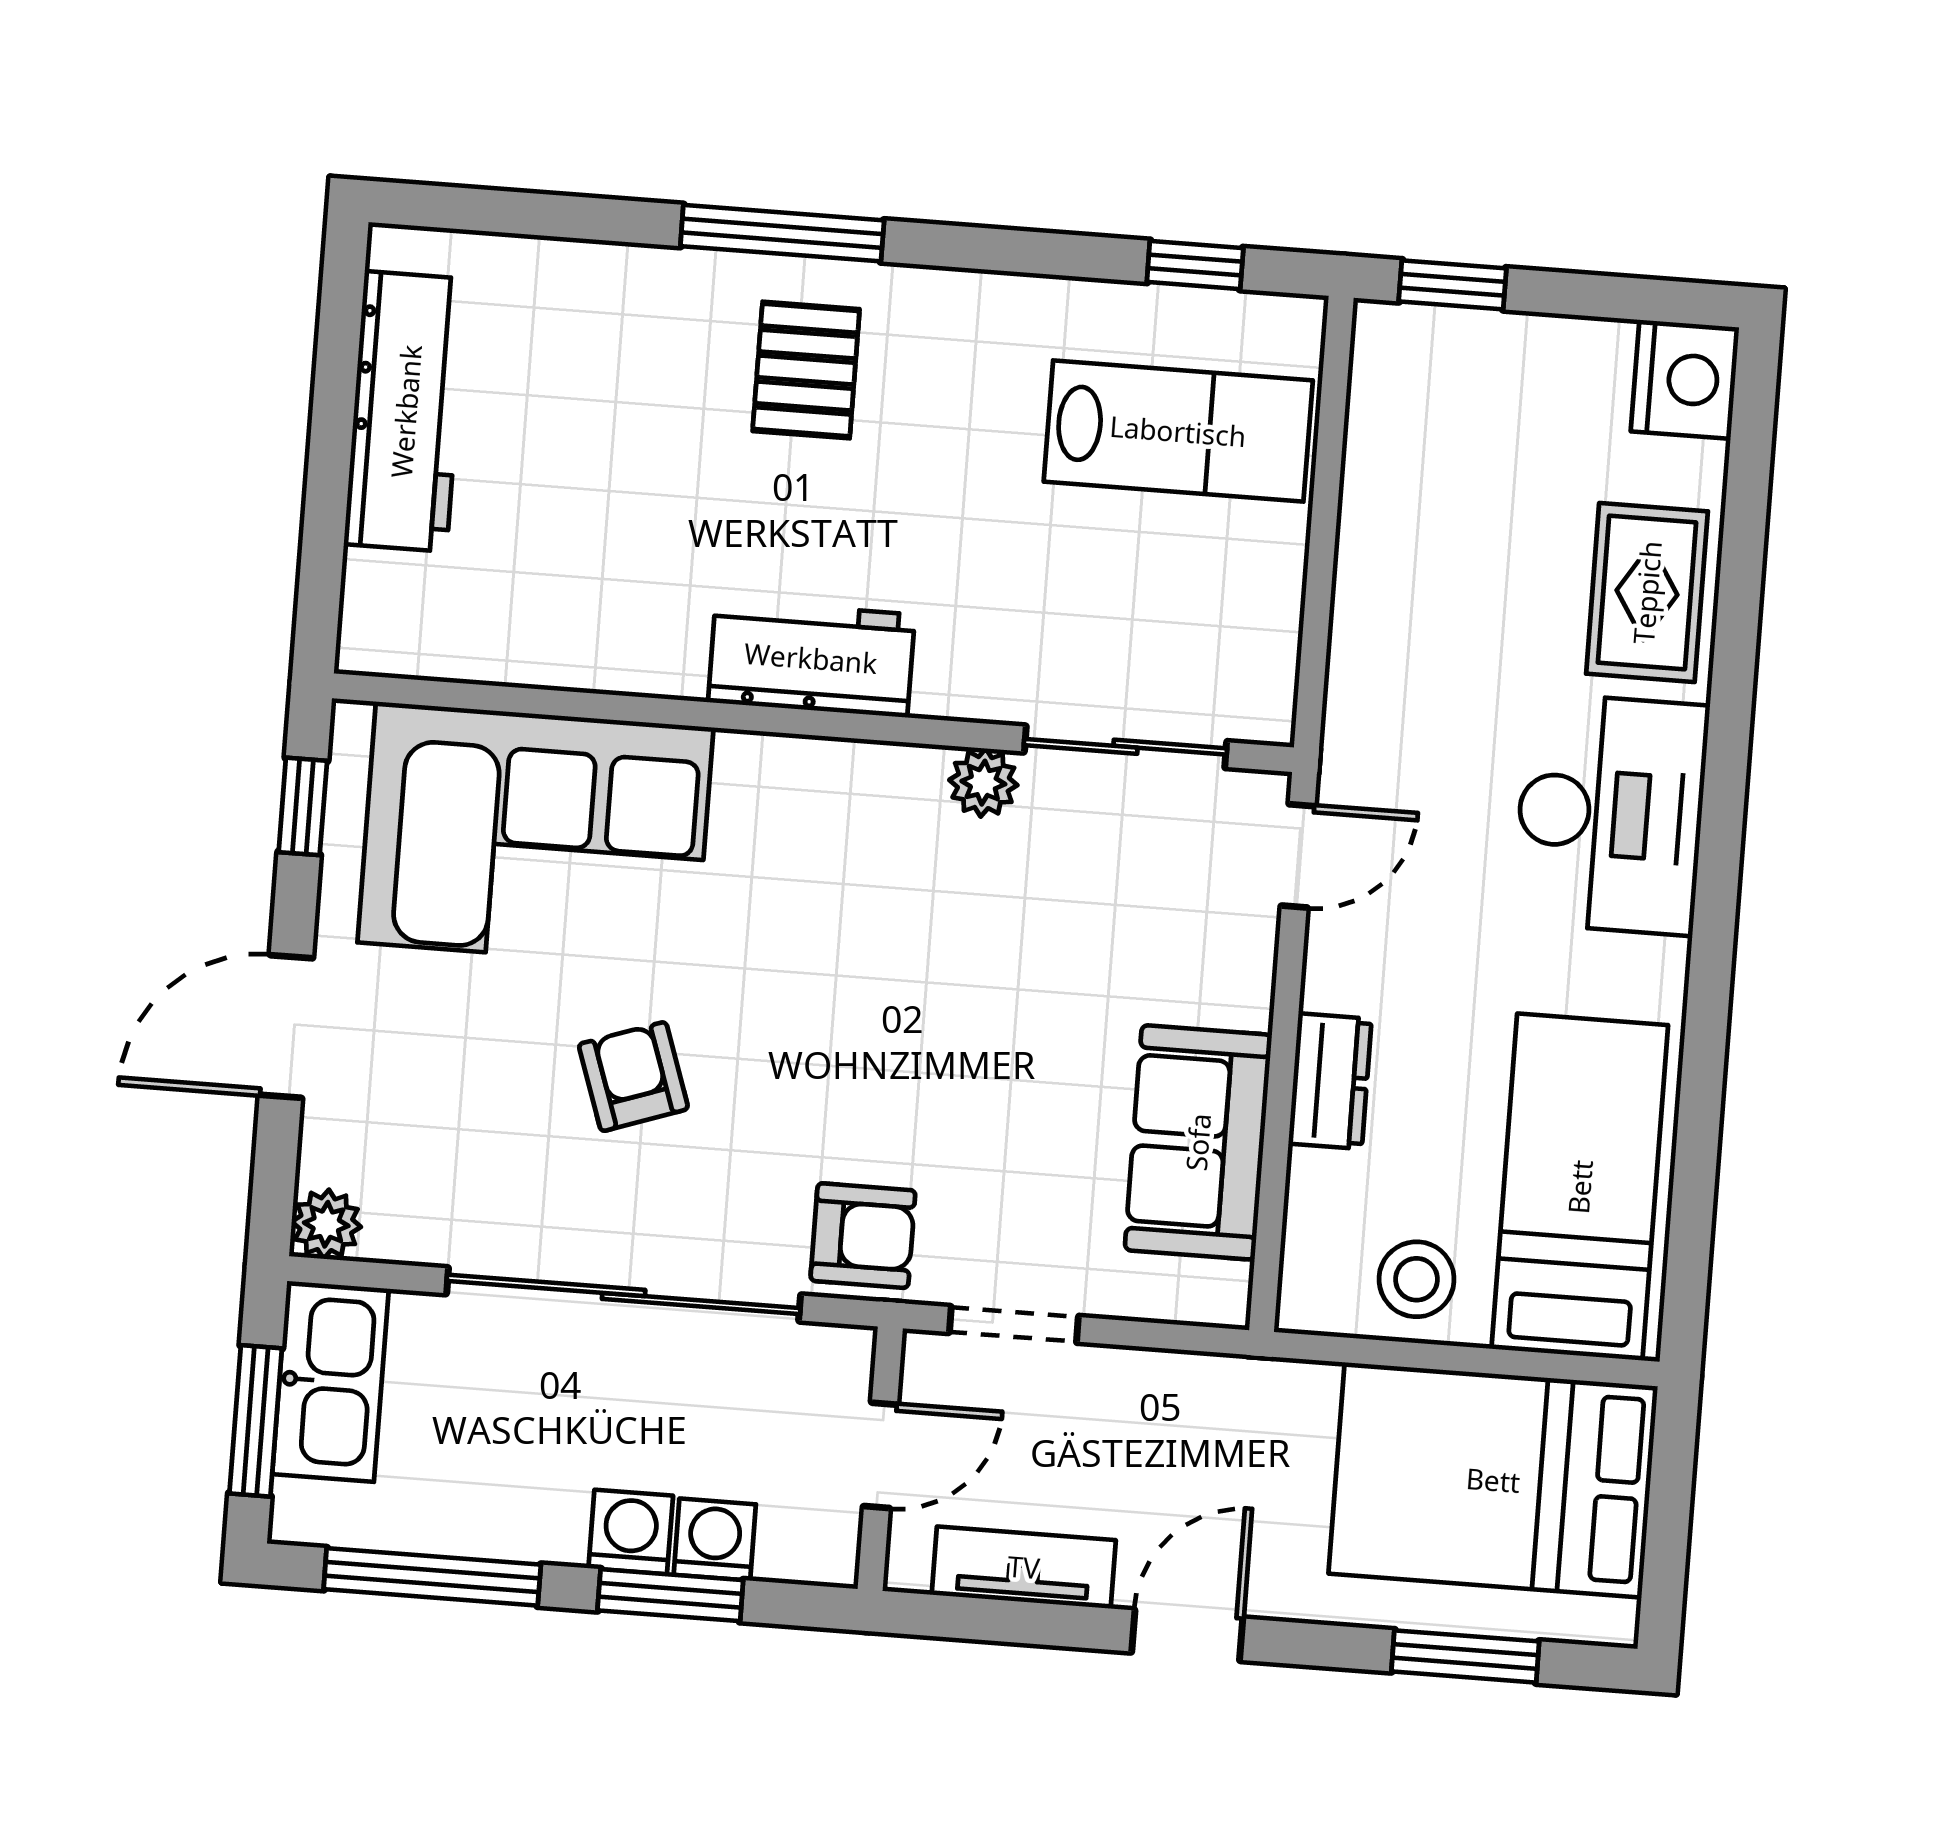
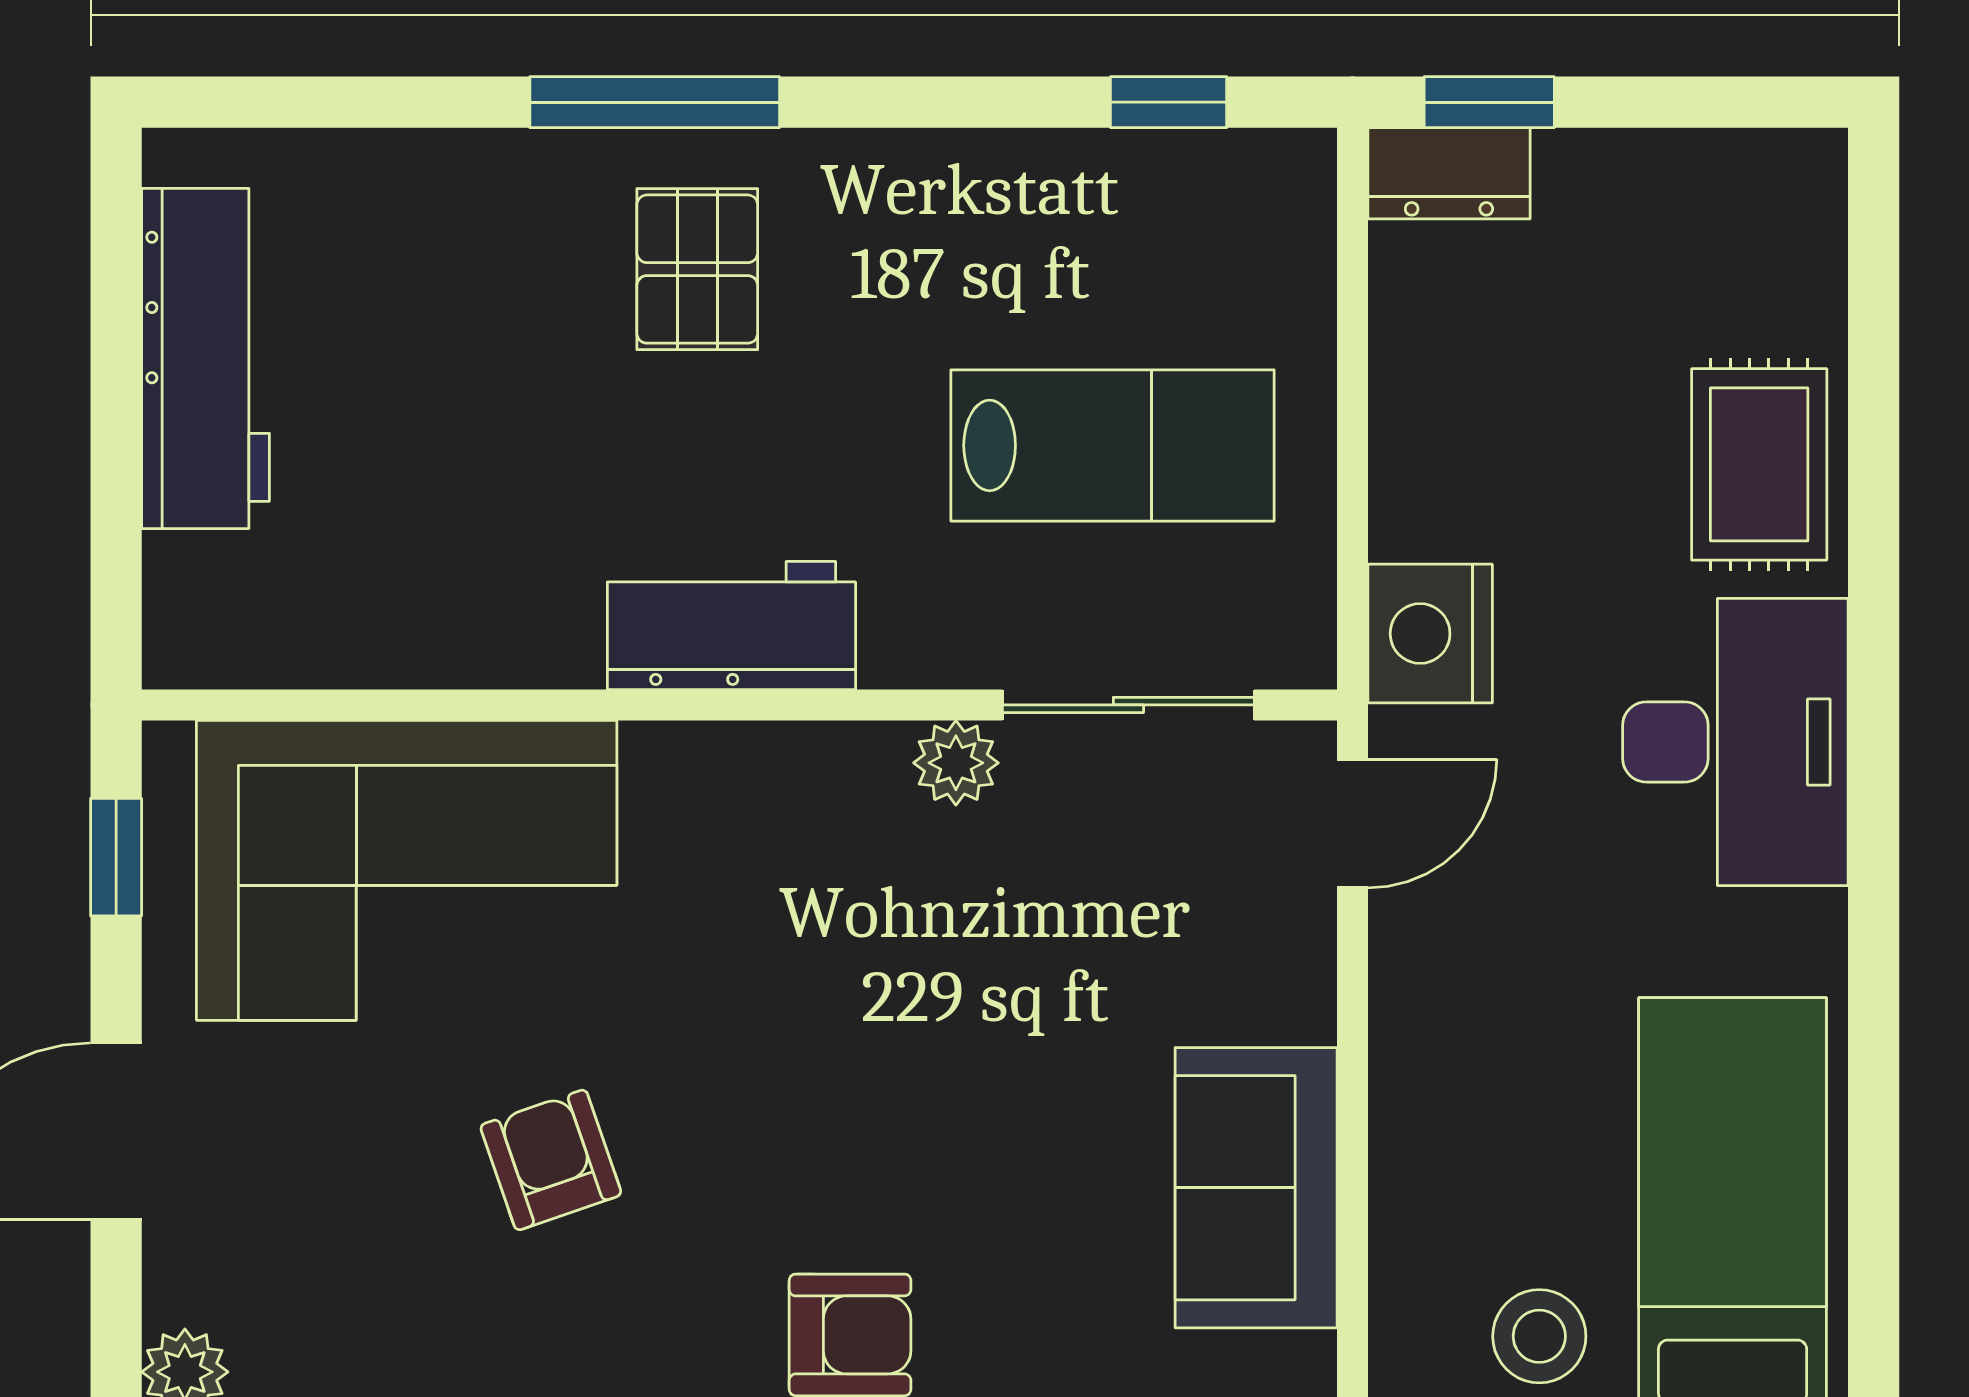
nightstand: (1685, 379) -> (1430, 634), moved, turned 180
lab bench: (1178, 431) -> (1112, 445), moved
dresser: (1330, 1081) -> (1449, 173), moved, turned 90

